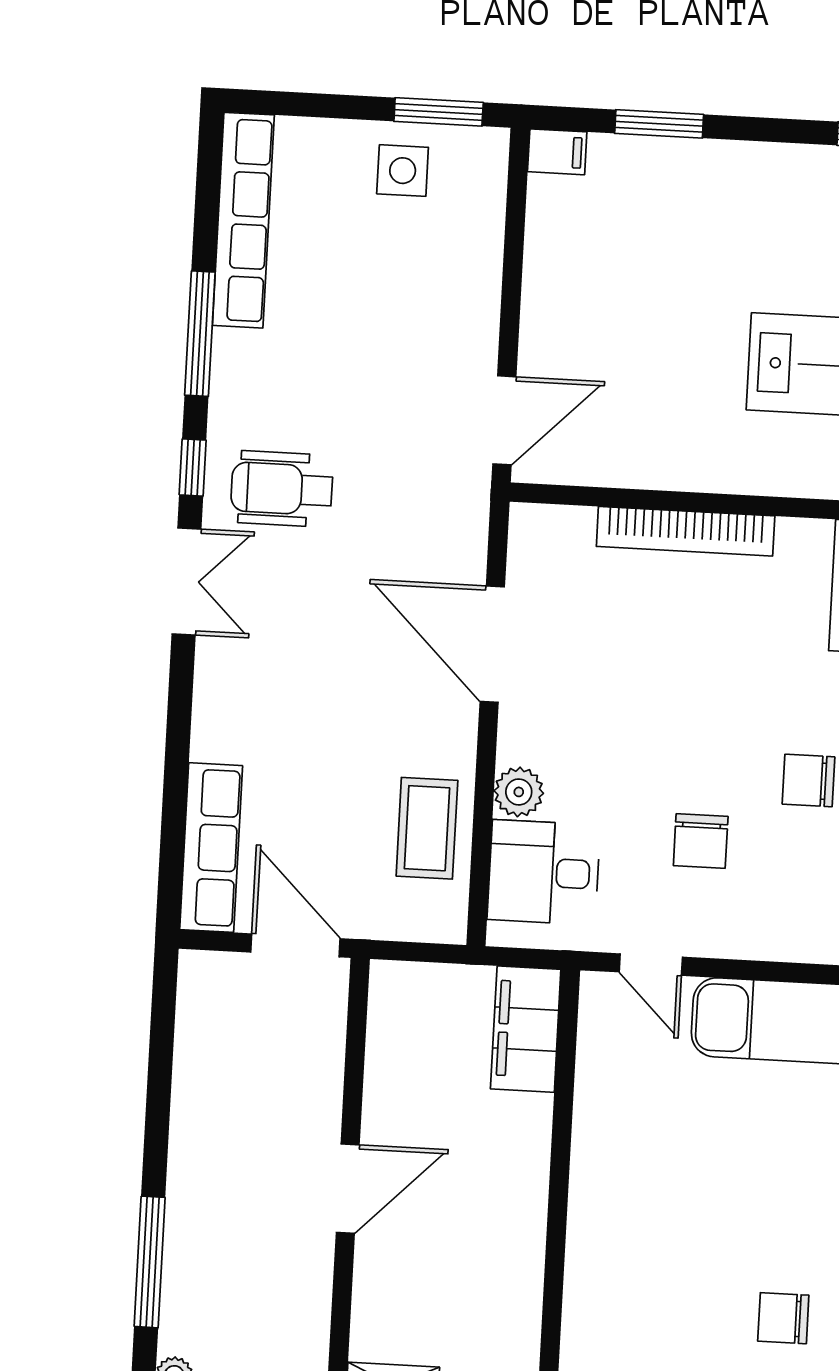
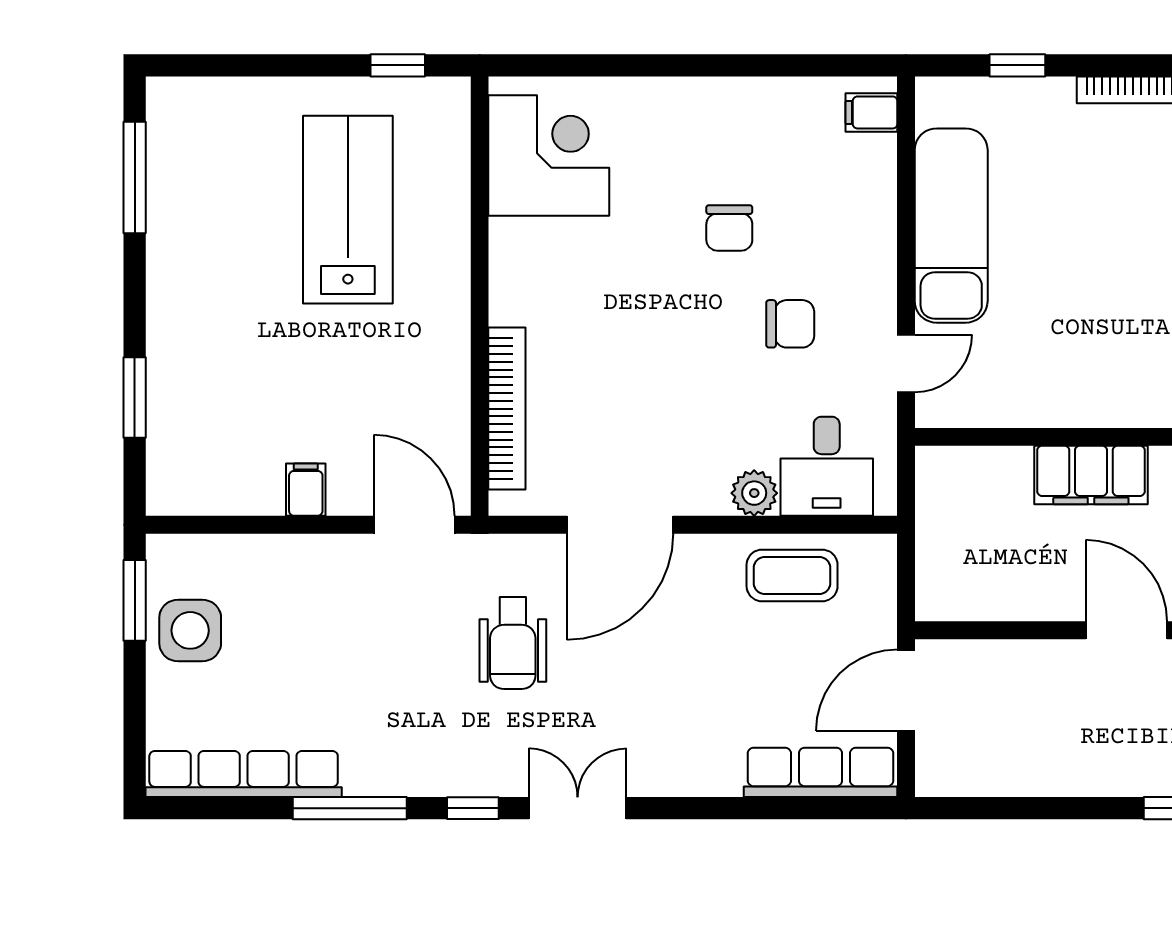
filing cabinet: (557, 152) -> (306, 490), moved
side table: (403, 171) -> (190, 630), width x1.37, depth x1.37
wheelchair: (282, 489) -> (513, 643), moved
bookcase: (686, 531) -> (507, 409), moved
filing cabinet: (526, 1029) -> (1091, 475), moved

